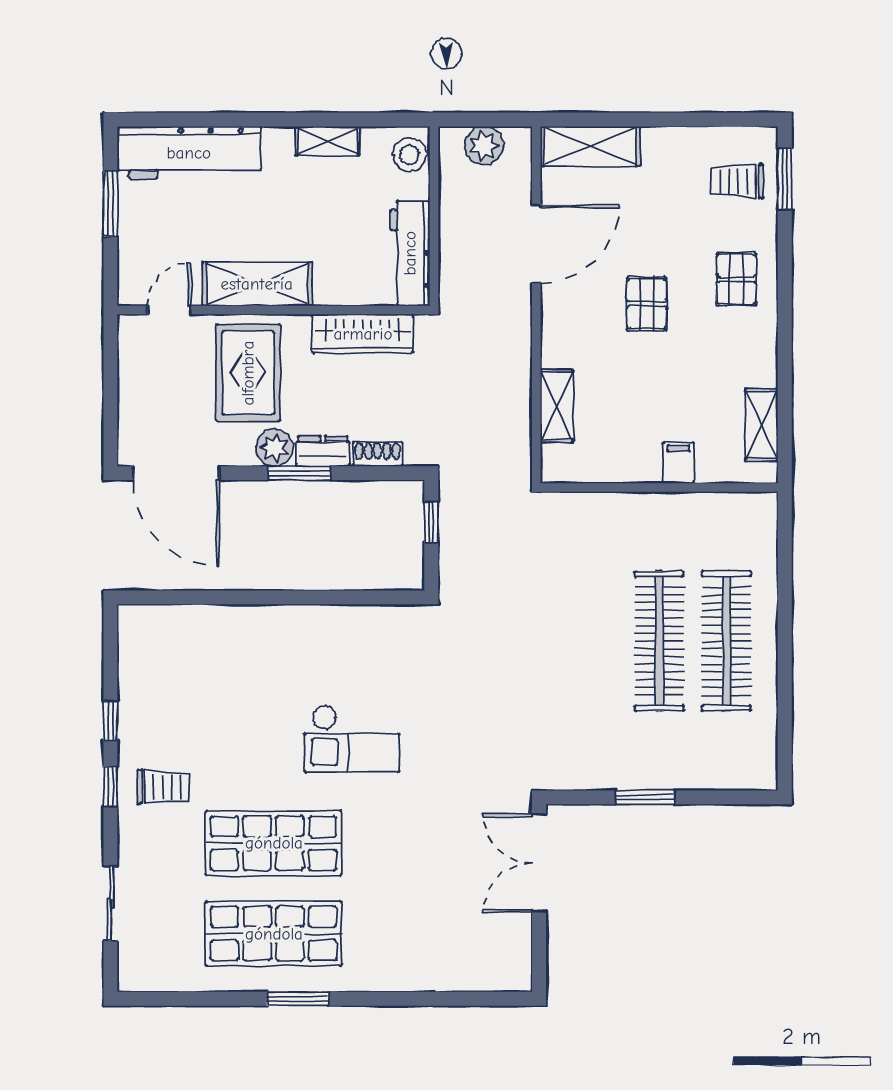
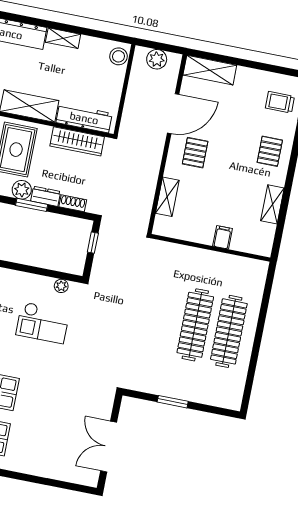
shelving: (328, 141) -> (63, 38), moved
workbench: (410, 253) -> (84, 118), moved, turned 90
pallet: (647, 304) -> (195, 153), moved
shelving: (762, 425) -> (272, 204), moved
plant: (387, 617) -> (61, 286), added
checkout: (352, 739) -> (43, 323), moved
double door: (539, 863) -> (109, 447), moved

